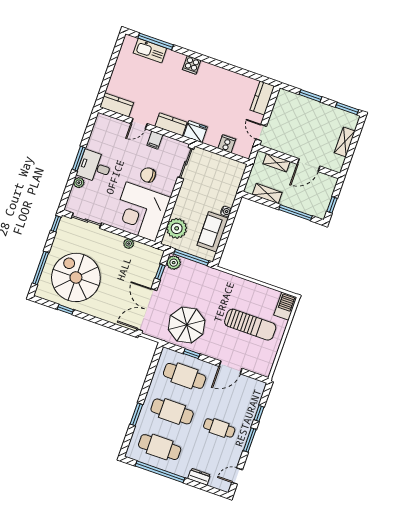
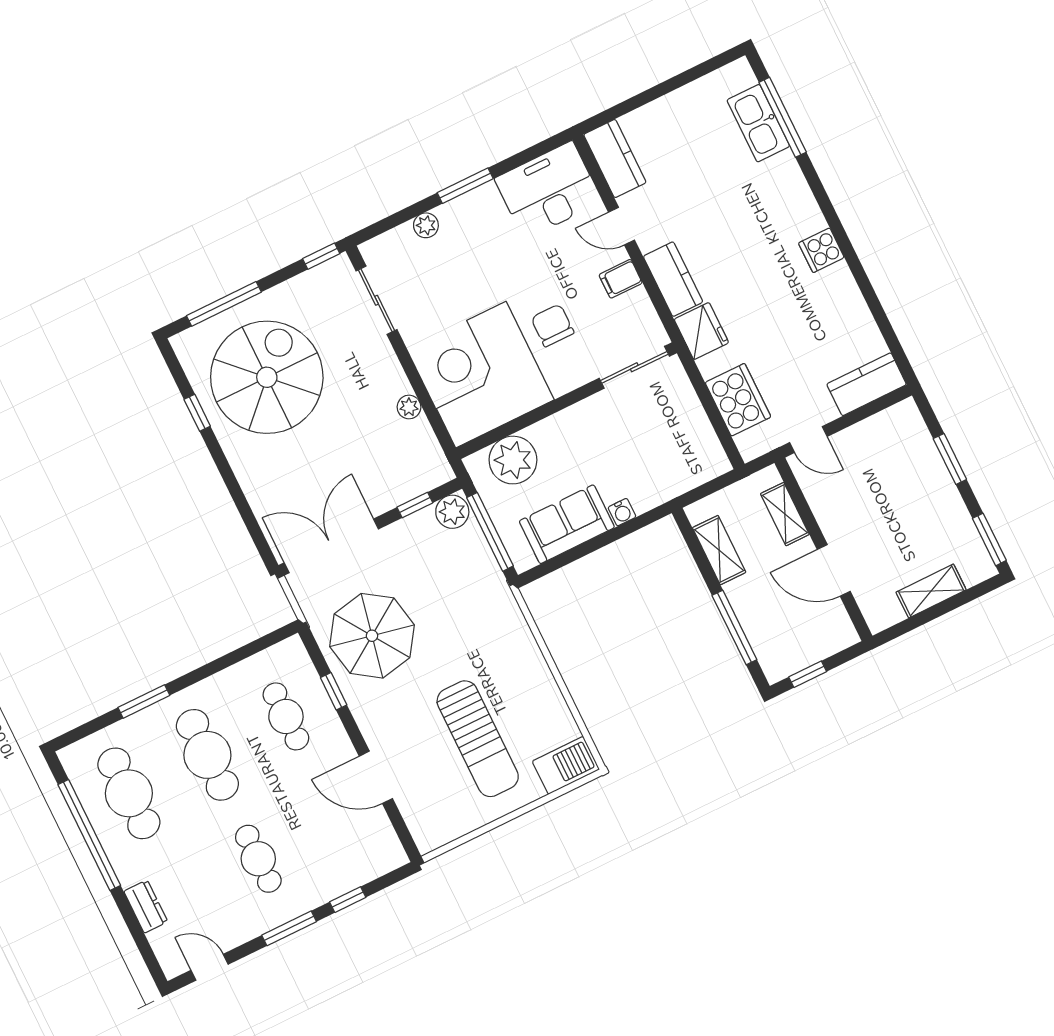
cooker: (192, 65) -> (821, 250), moved
door: (261, 133) -> (808, 439), swing flipped
cooker: (227, 144) -> (738, 400), width x1.87, depth x1.31
desk: (95, 167) -> (548, 190), moved, width x1.37
cafe table: (185, 376) -> (286, 716), width x0.73, depth x0.74

